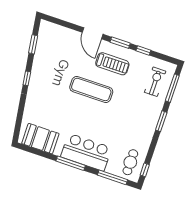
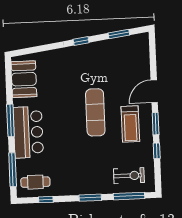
window: (145, 170) -> (46, 200), moved

